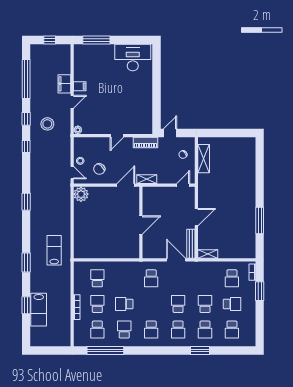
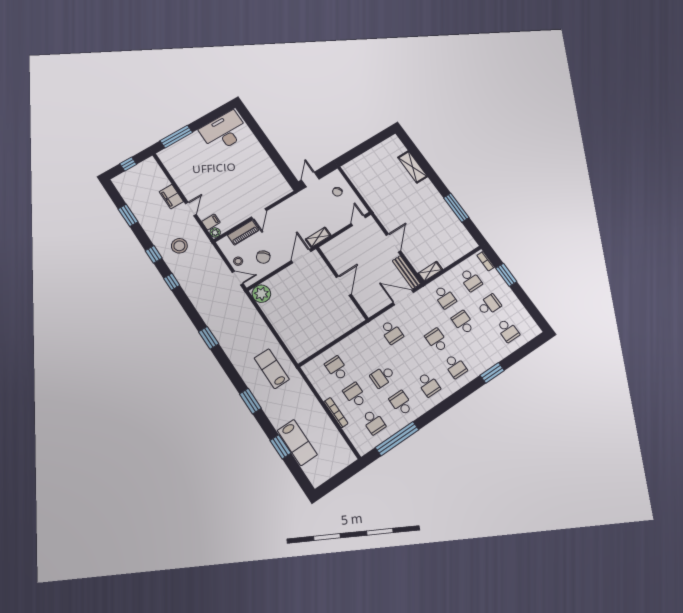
window: (26, 79) -> (128, 215), width x0.47
filing cabinet: (80, 86) -> (211, 222), moved
piano: (146, 142) -> (243, 233), moved
shelving: (204, 159) -> (413, 167), moved
school desk: (205, 330) -> (445, 297), moved

